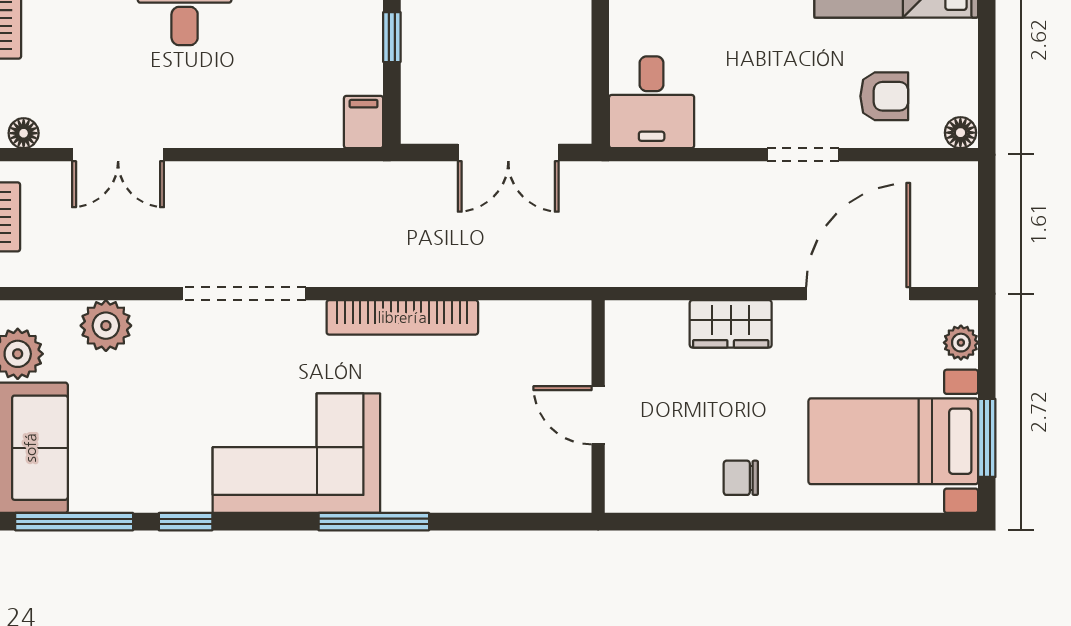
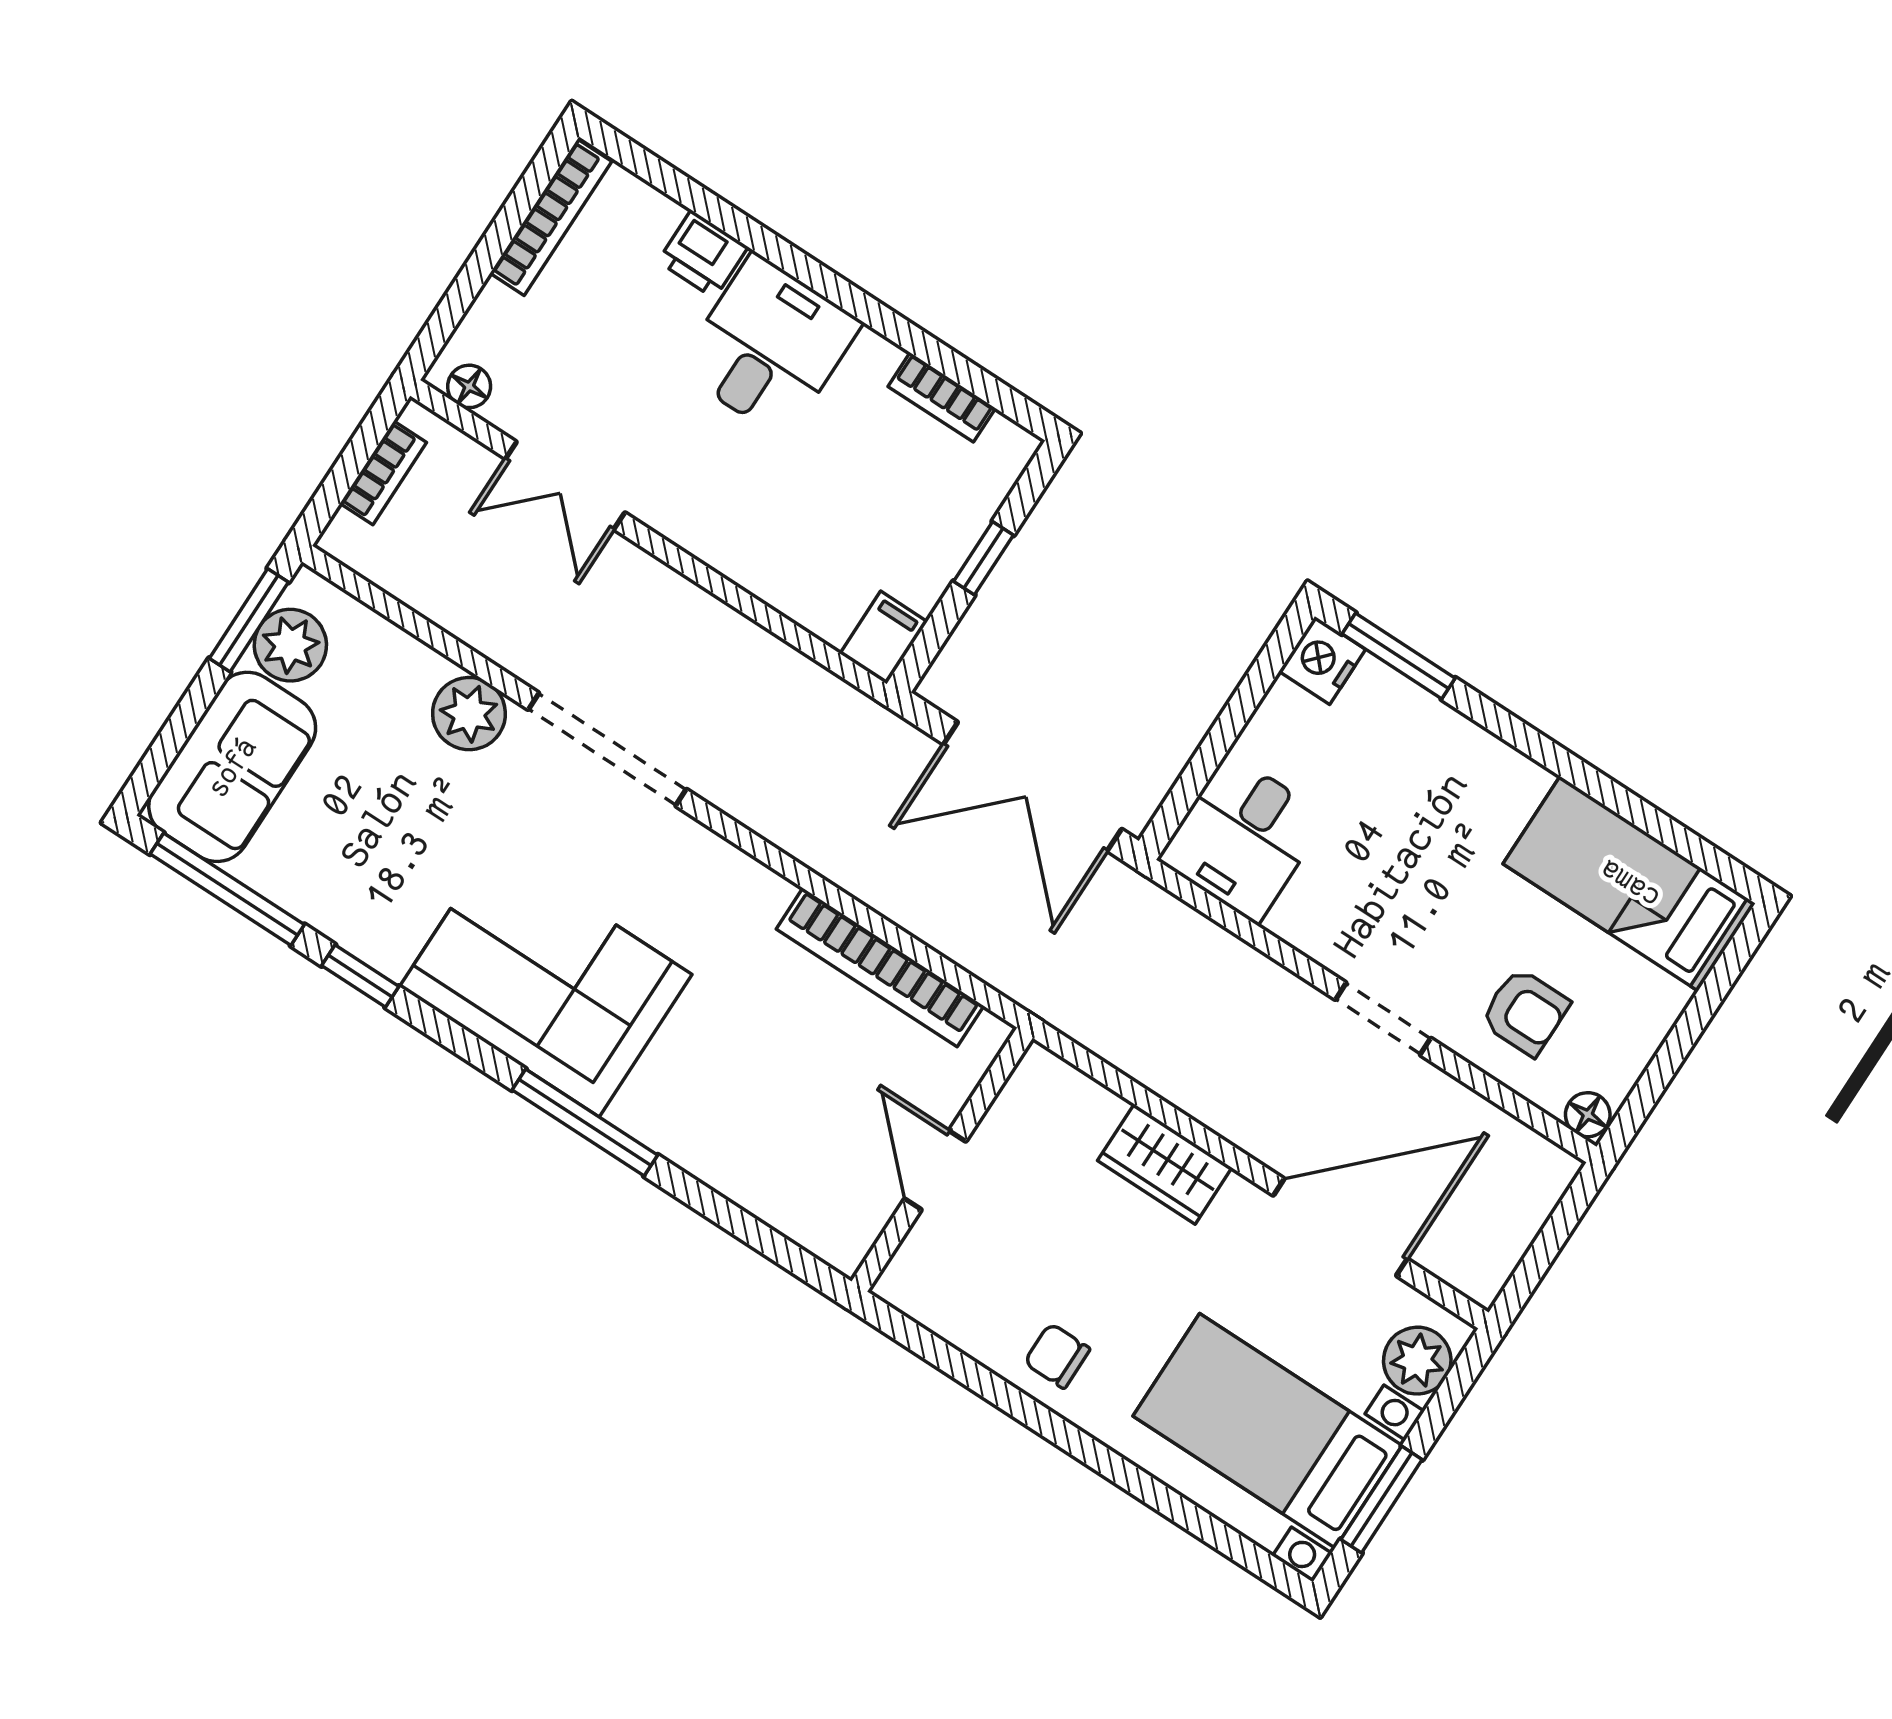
double door: (508, 153) -> (1033, 787), width x1.37
bookcase: (402, 317) -> (880, 967), moved
plant: (106, 326) -> (469, 714), moved
plant: (961, 343) -> (1417, 1361), width x1.38, depth x1.38

